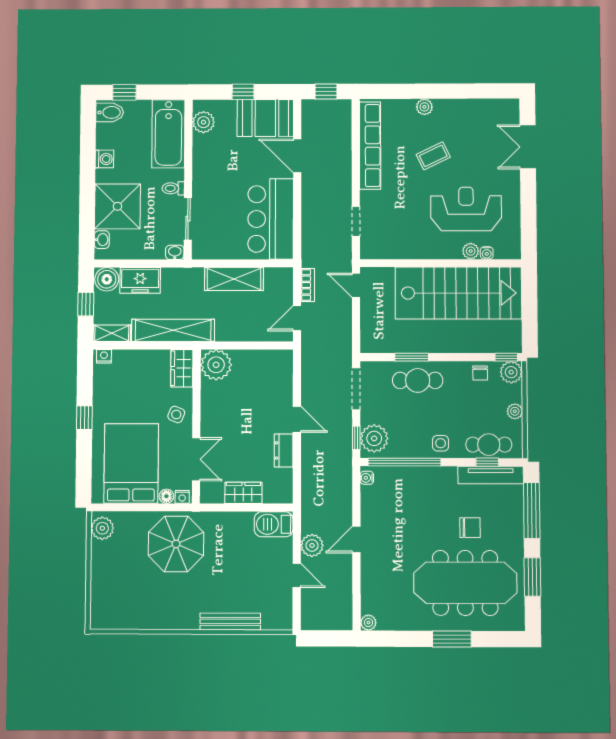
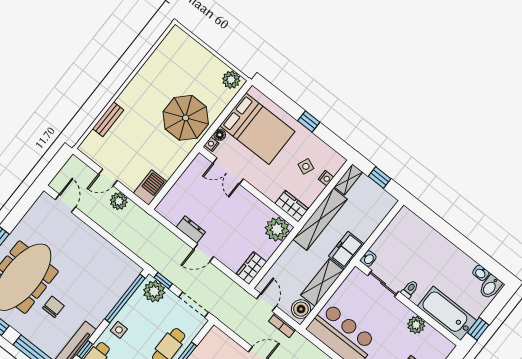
window: (124, 92) -> (478, 329), moved
plant: (203, 122) -> (416, 325), moved
washing machine: (104, 159) -> (463, 261), removed
shower: (117, 206) -> (426, 245), removed
washbasin: (102, 240) -> (481, 273), moved
boiler: (107, 279) -> (301, 309), moved
freezer: (140, 280) -> (346, 250), moved
nightstand: (104, 356) -> (326, 178), moved
side table: (176, 414) -> (306, 166), moved
water cooler: (367, 478) -> (134, 268), removed
wardrobe: (243, 493) -> (251, 268), moved, turned 180
chair: (470, 528) -> (53, 307), turned 180
door: (356, 540) -> (65, 203), moved
bench: (230, 621) -> (108, 119), width x0.73
plant: (368, 623) -> (45, 199), removed

